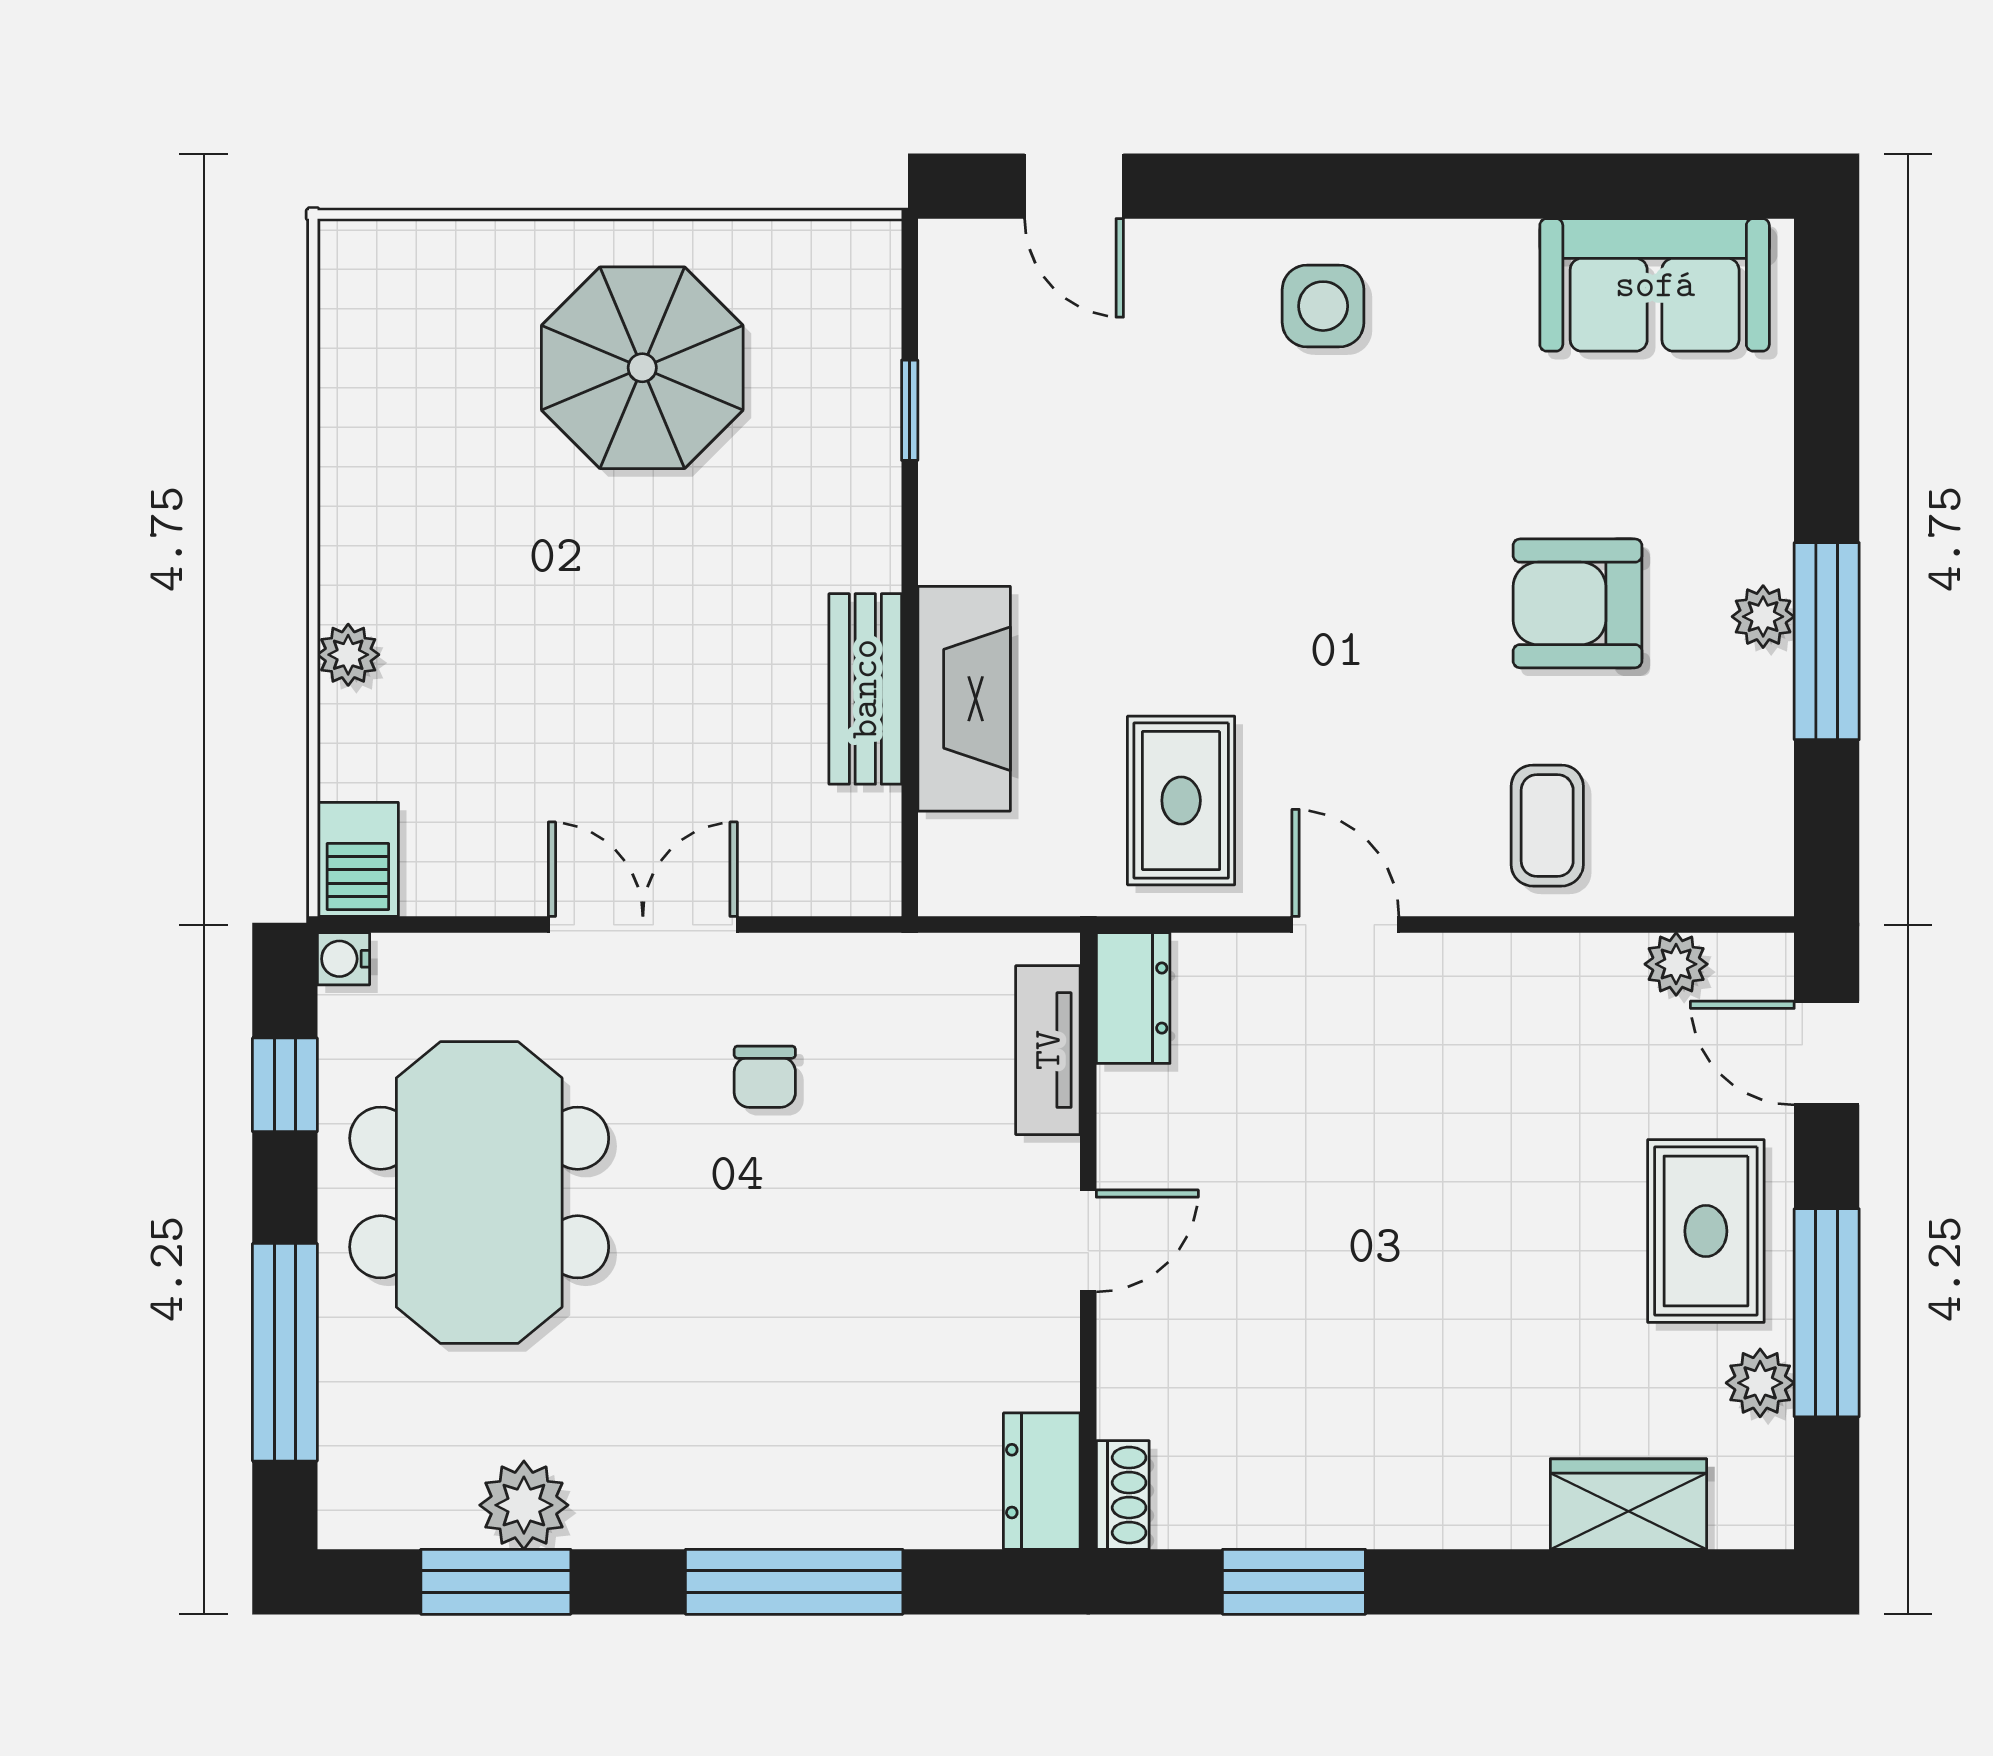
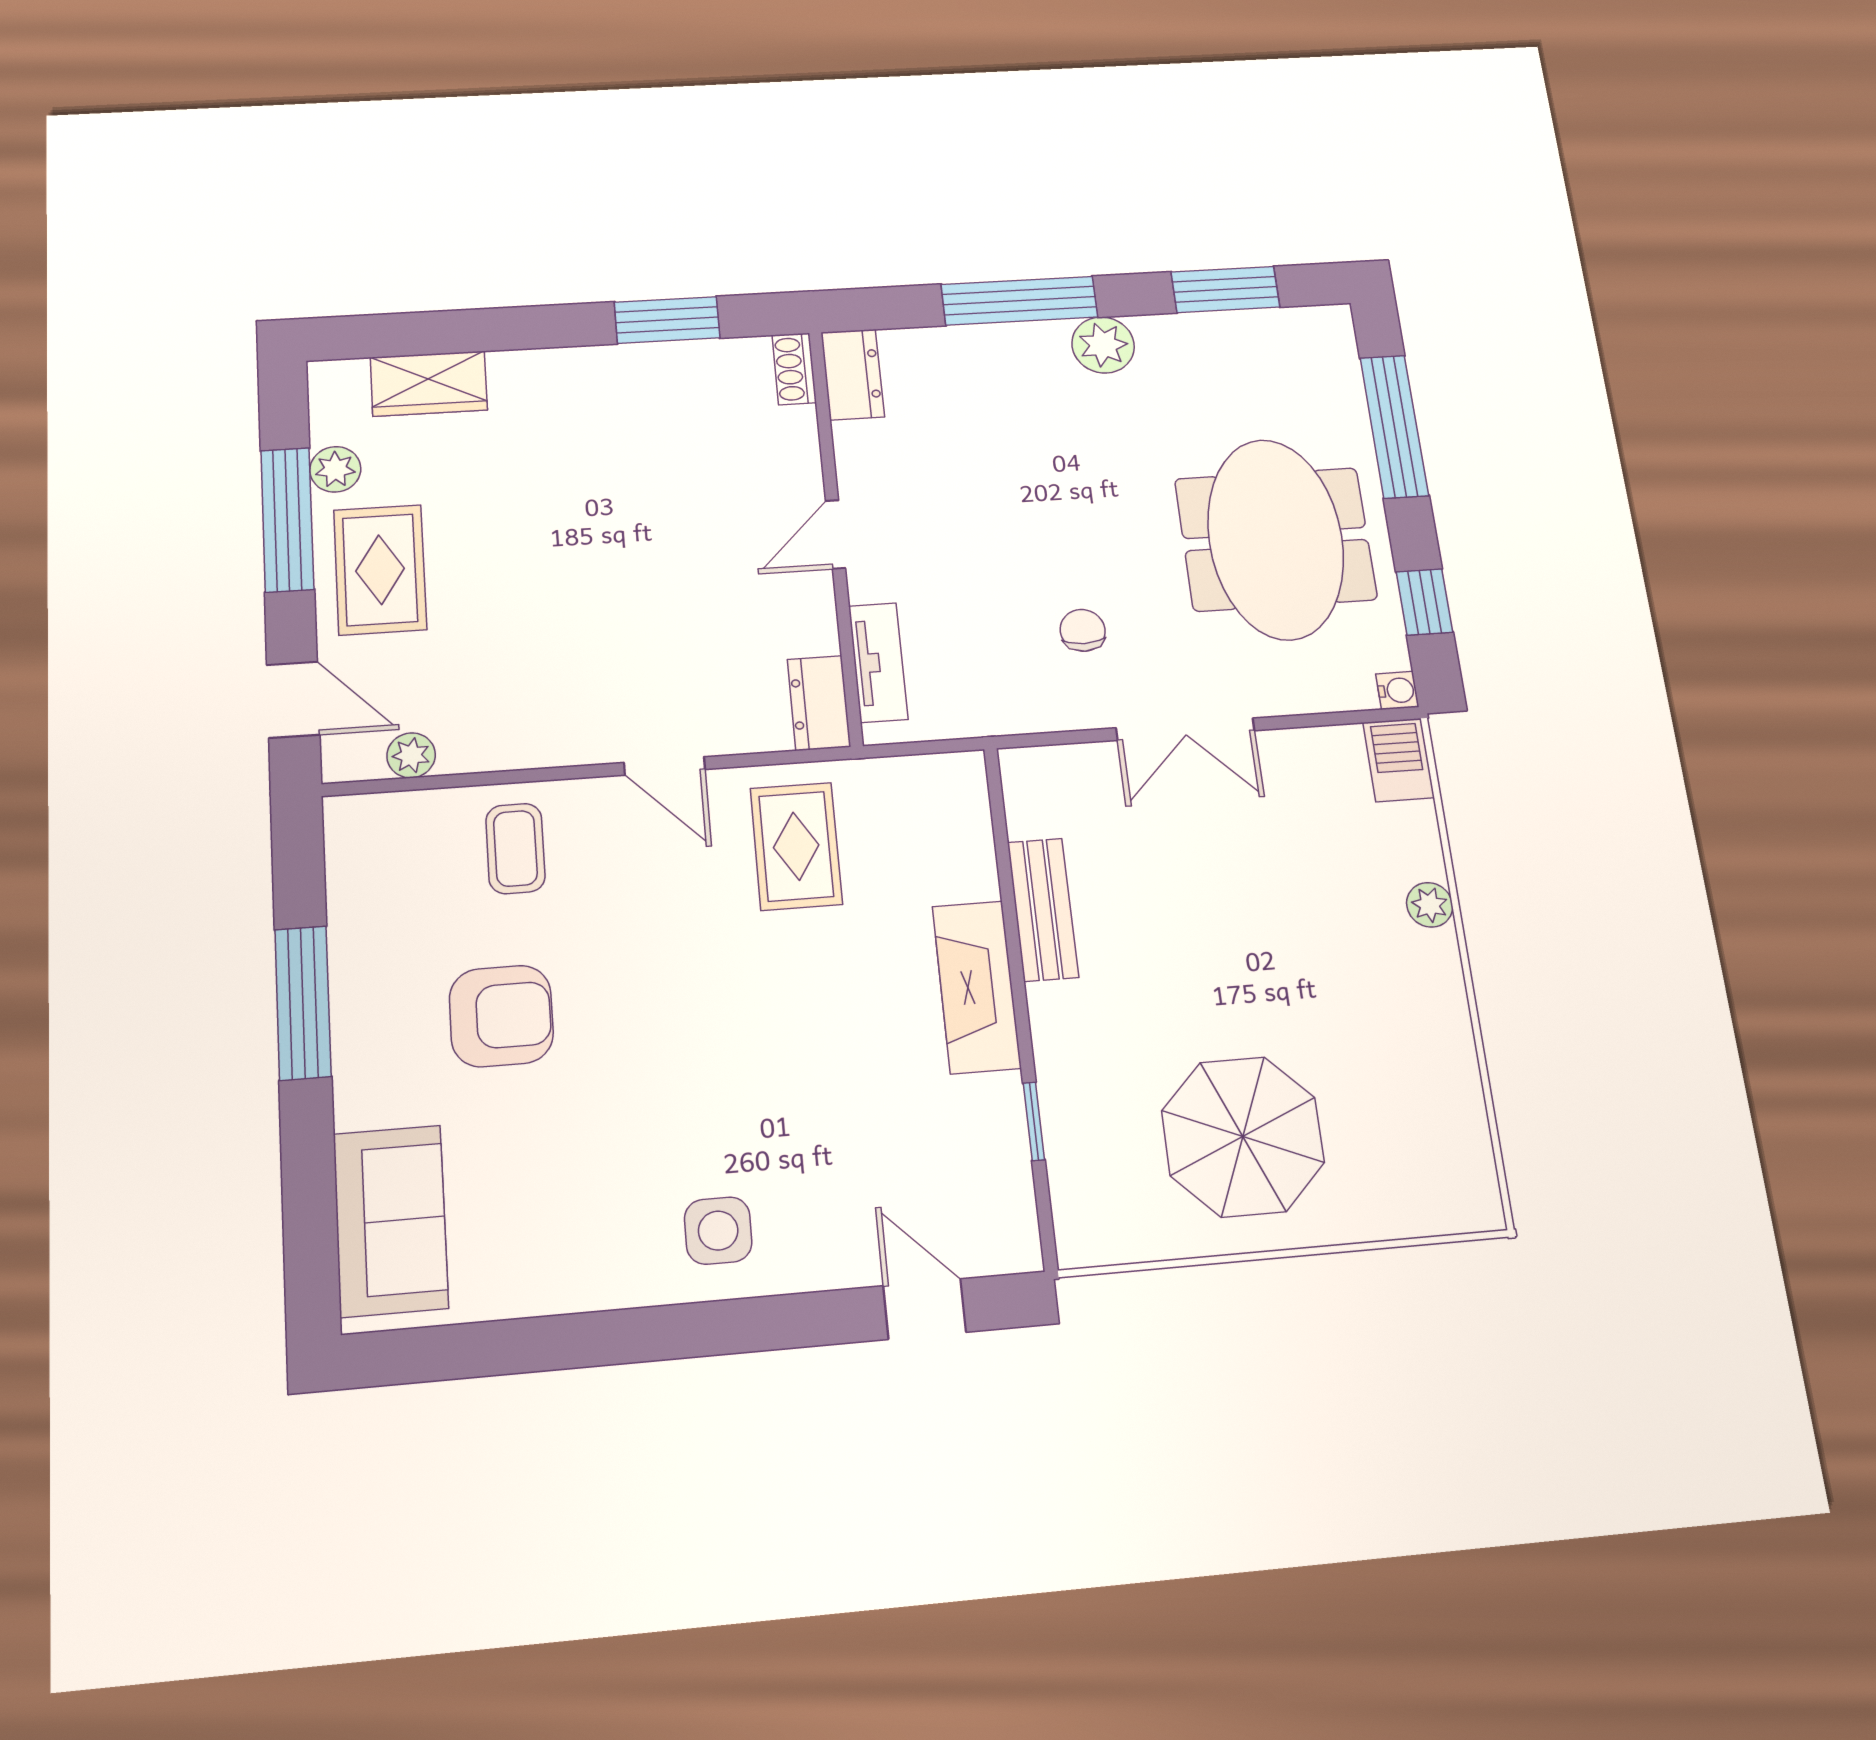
sofa: (1655, 285) -> (391, 1221), moved, turned 90
plant: (1763, 617) -> (354, 1018), removed
fireplace: (964, 699) -> (976, 987), moved
plant: (524, 1505) -> (1103, 345), moved

